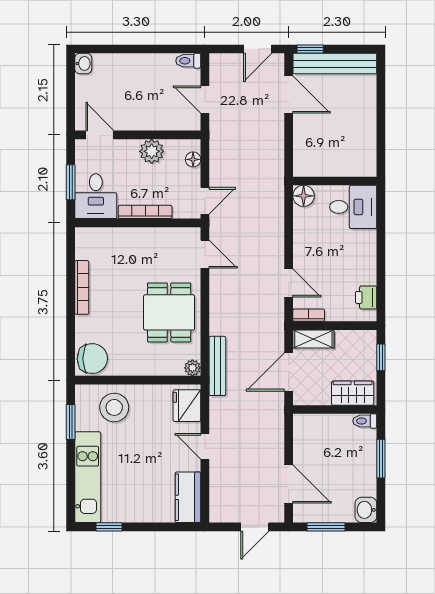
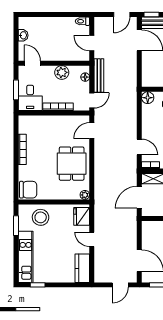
washbasin: (83, 64) -> (23, 35), moved
door: (205, 254) -> (92, 131), swing flipped
bench: (217, 366) -> (99, 75), moved

